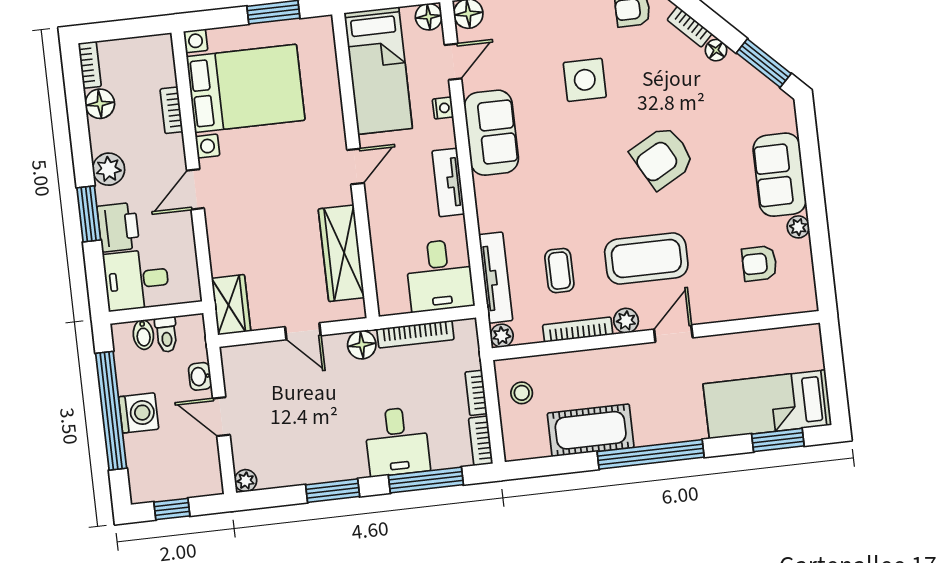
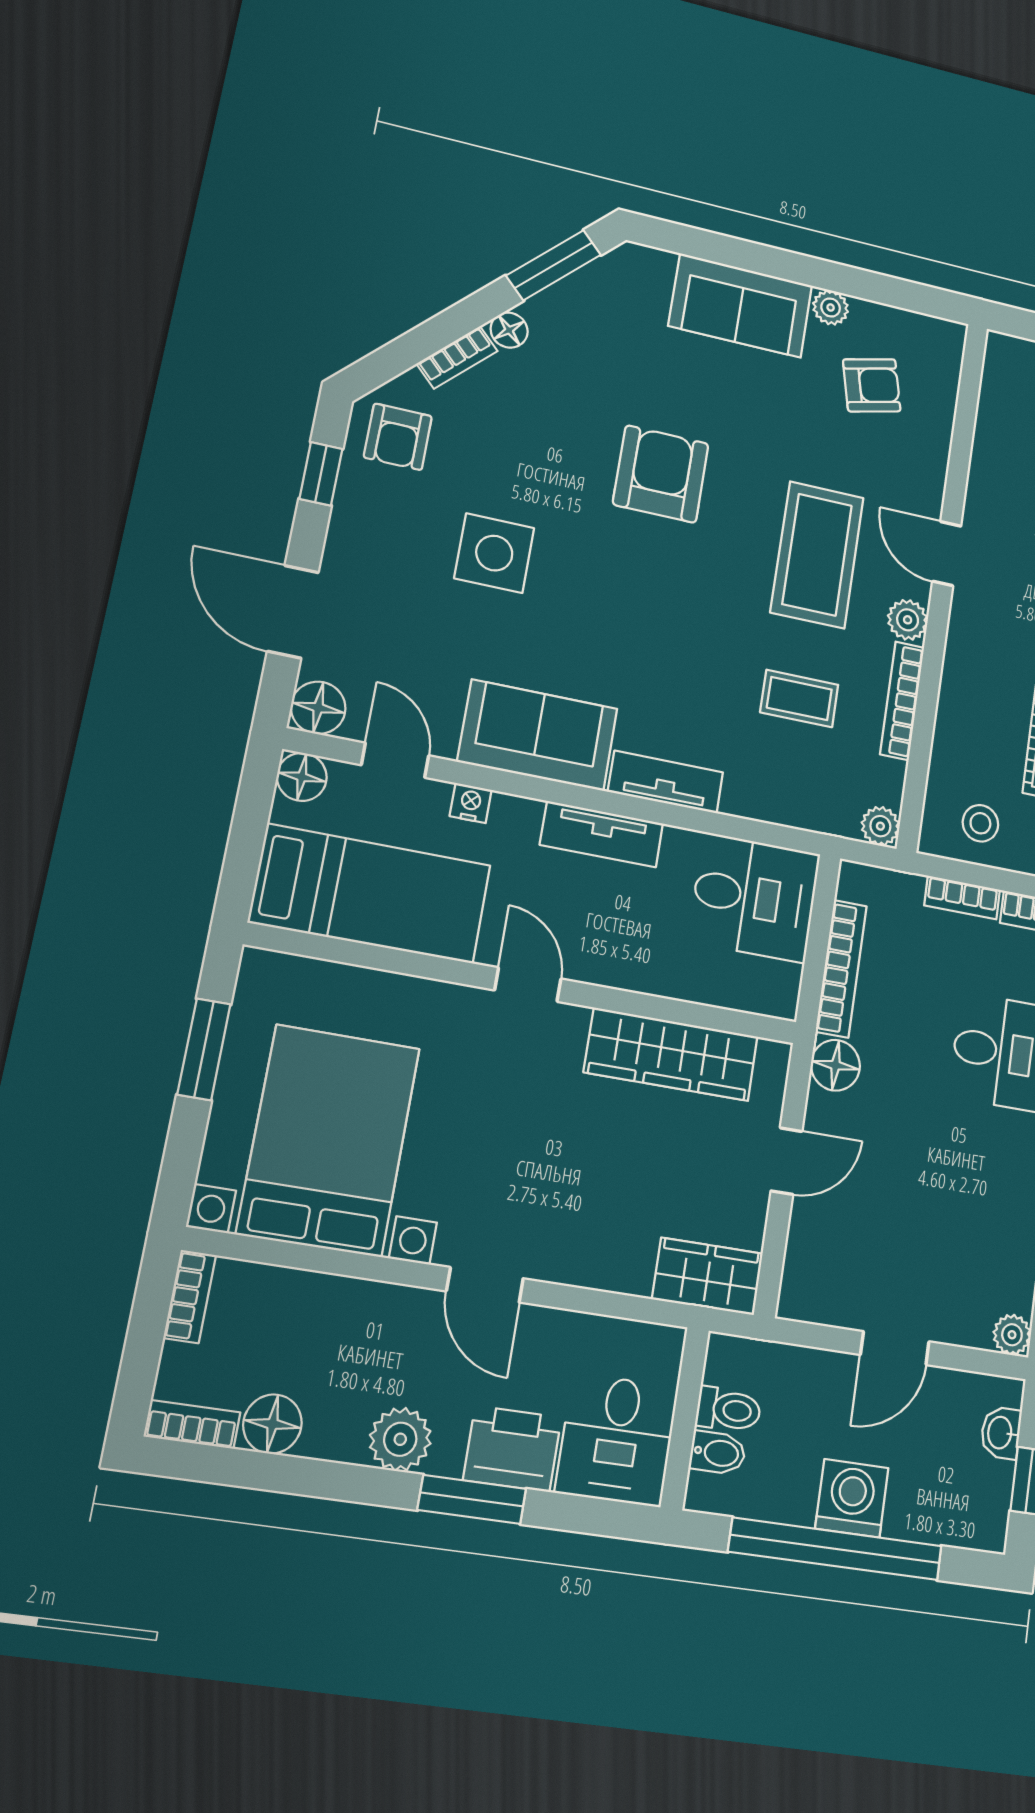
bookcase: (171, 110) -> (190, 1296), moved, turned -90
armchair: (662, 158) -> (661, 474), turned -151
armchair: (759, 263) -> (872, 385), turned -104
tv unit: (496, 278) -> (666, 782), moved, width x0.71
washbasin: (200, 376) -> (1001, 1433), moved, turned 90

